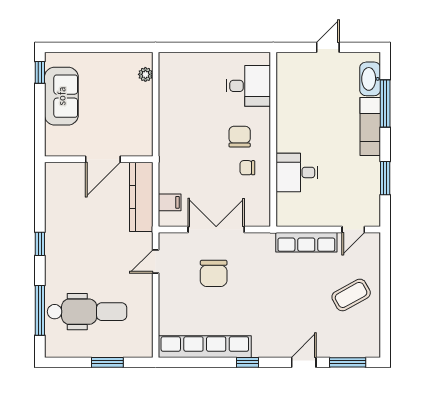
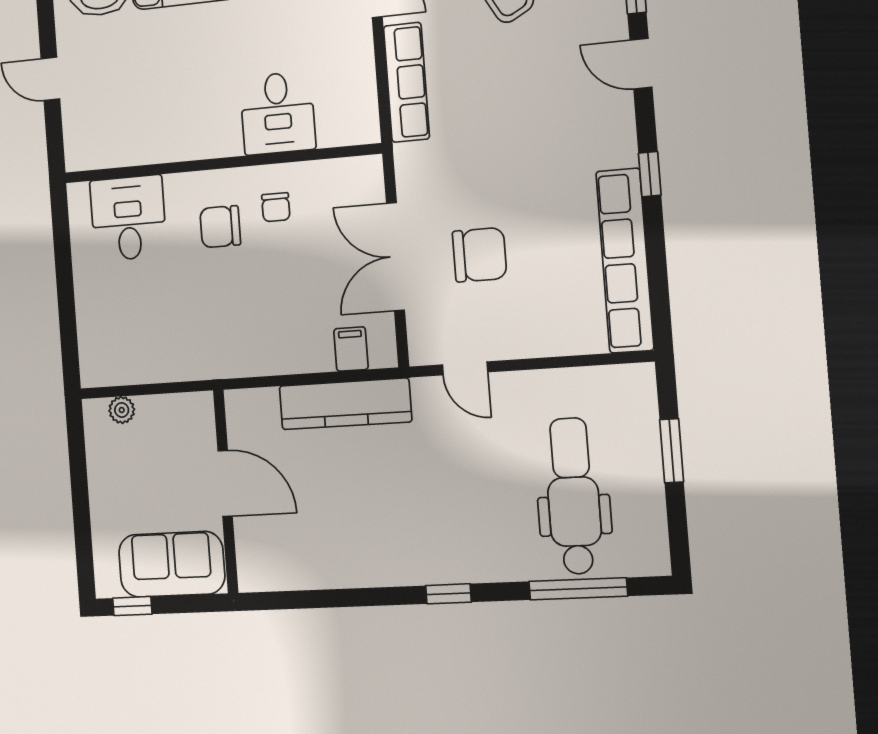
wall: (99, 159) -> (226, 492), moved
door: (103, 159) -> (225, 483), moved

